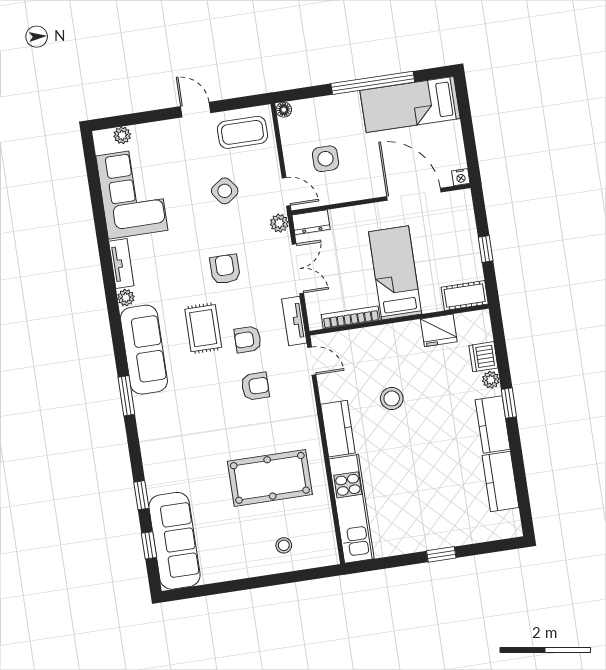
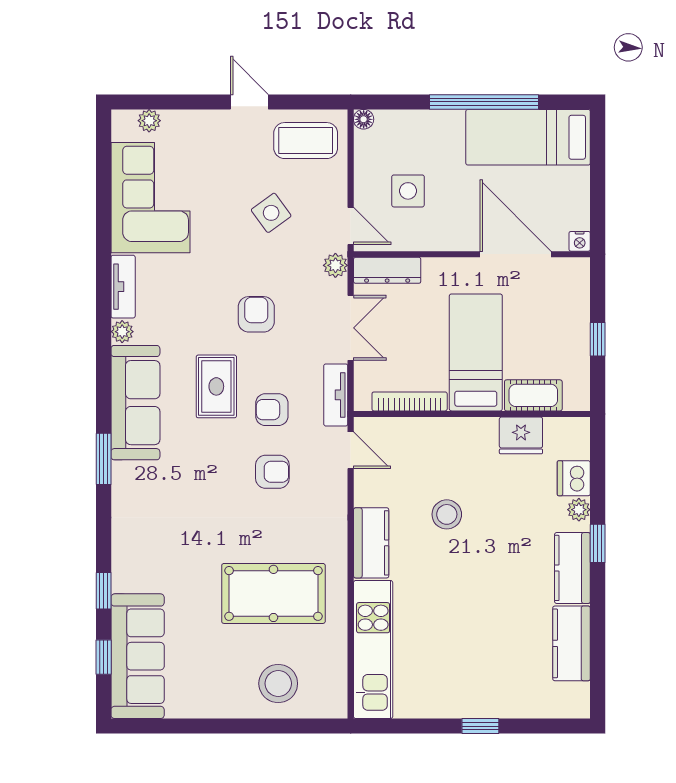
dresser: (311, 222) -> (387, 270), width x1.44
cot: (465, 296) -> (533, 395), moved
stool: (284, 545) -> (278, 683), width x1.89, depth x1.89

